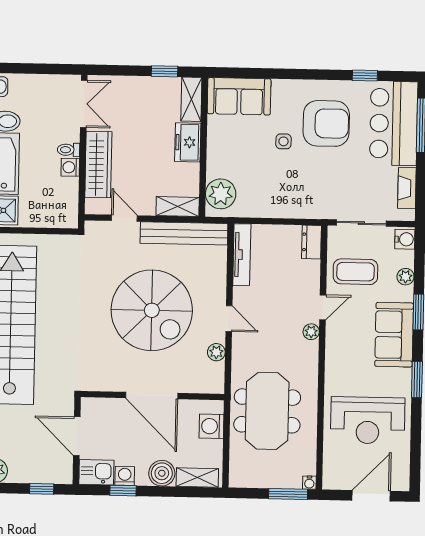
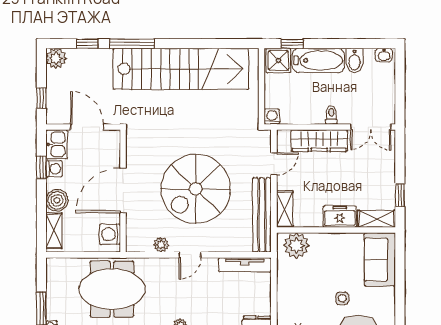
washing machine: (70, 167) -> (272, 117), moved
washing machine: (211, 426) -> (110, 234), moved, turned -90
door: (77, 436) -> (87, 127), hinge flipped

